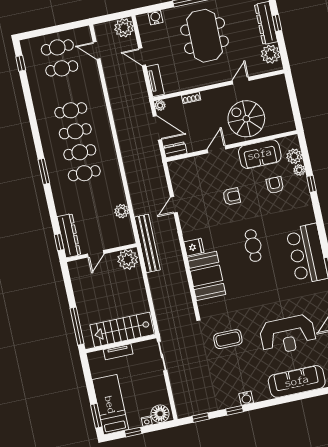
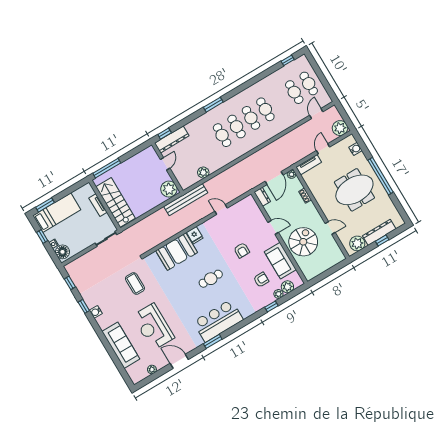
door: (96, 254) -> (165, 164), swing flipped

